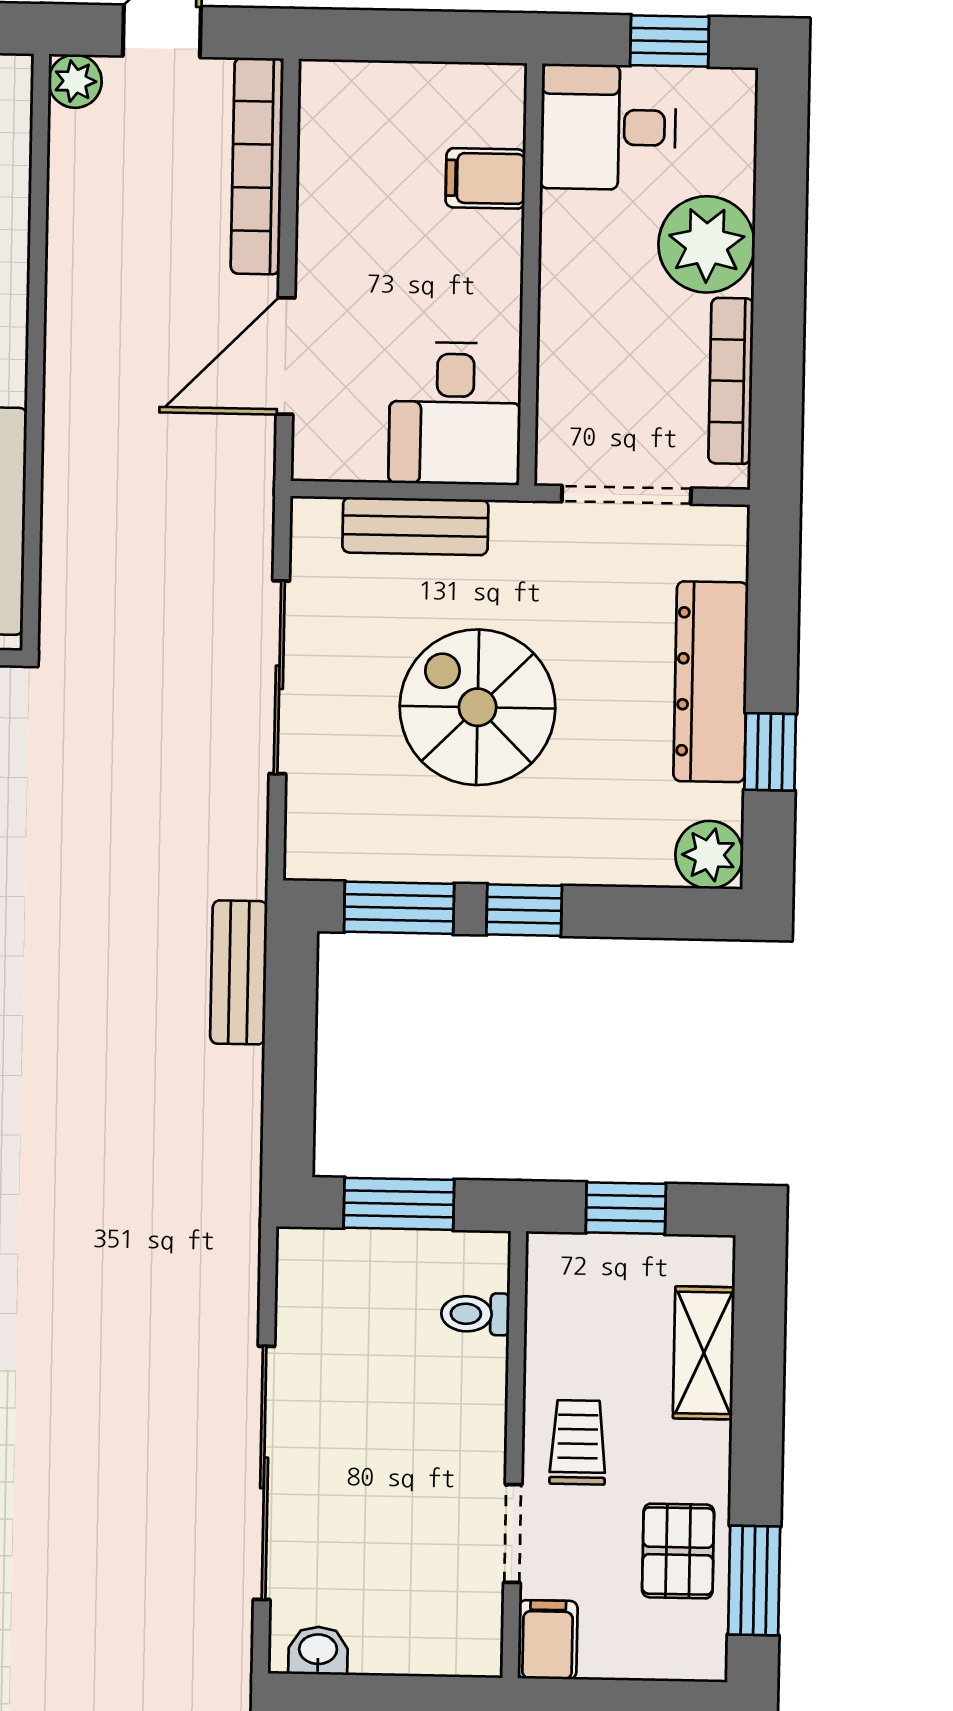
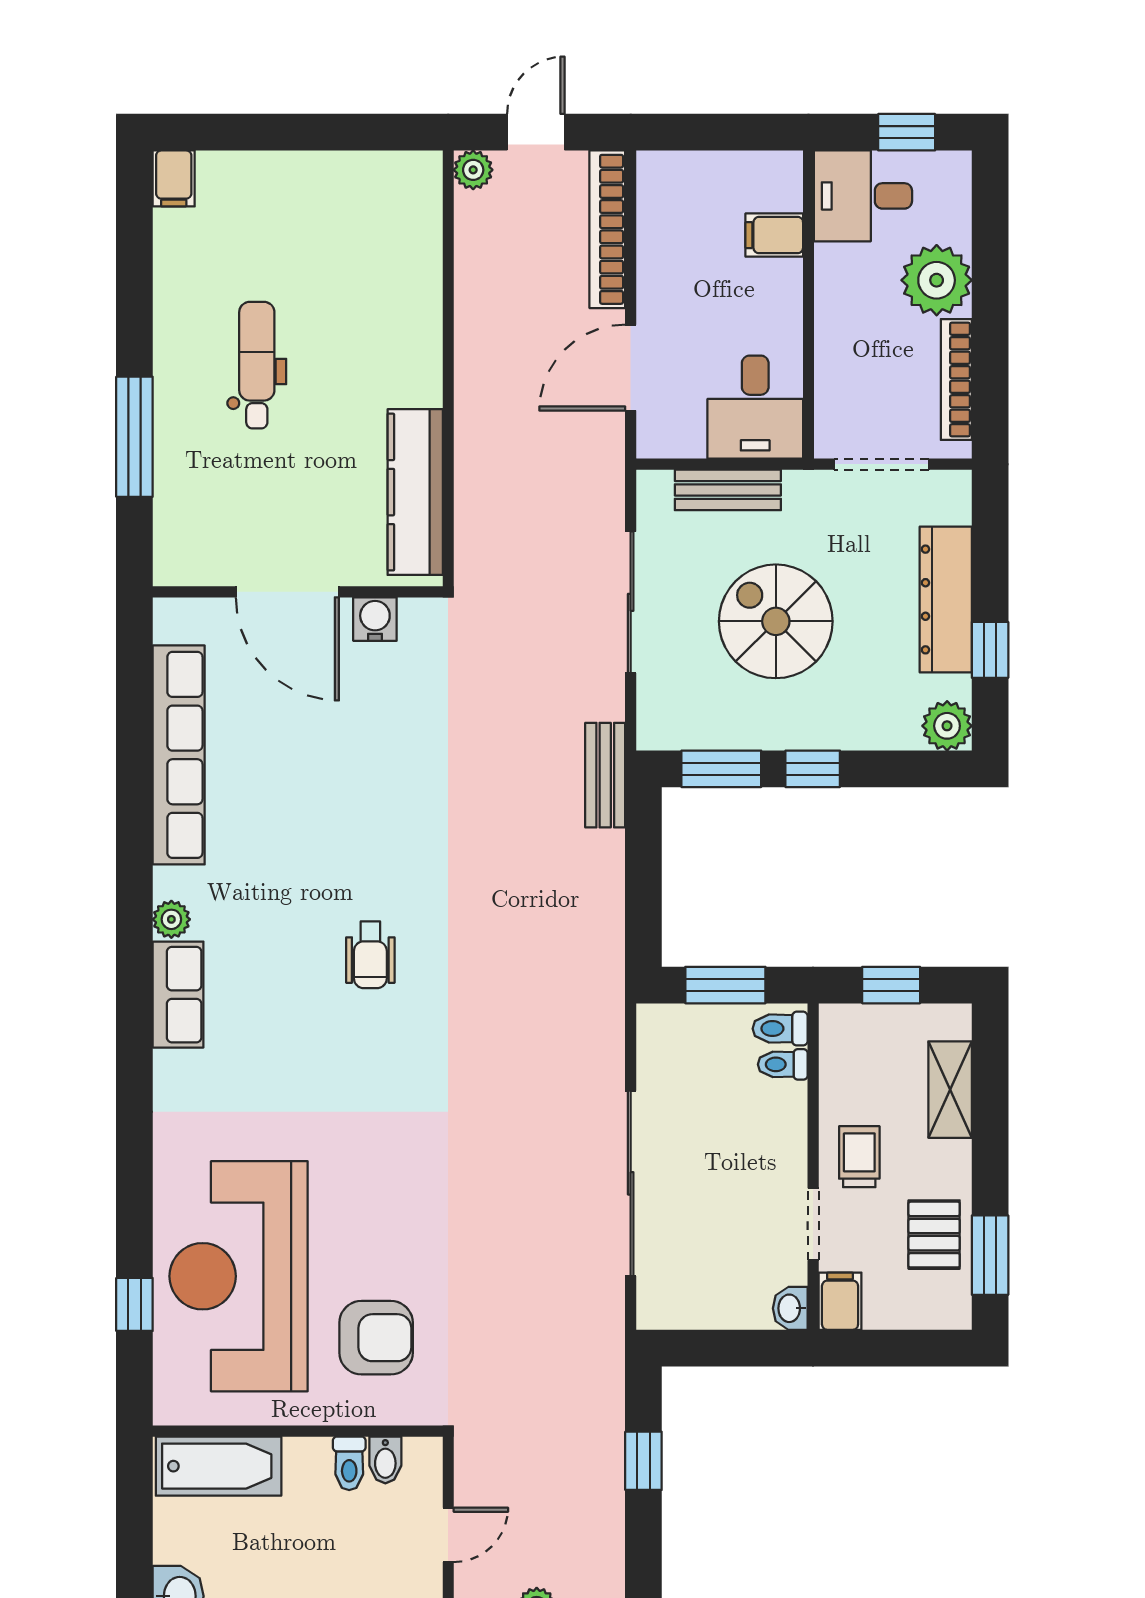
bench: (239, 972) -> (605, 775), moved
toilet: (473, 1265) -> (780, 1029), added
washbasin: (318, 1651) -> (790, 1308), moved, turned -90

